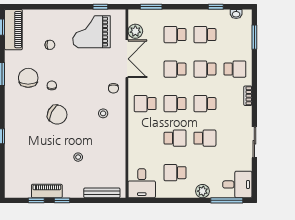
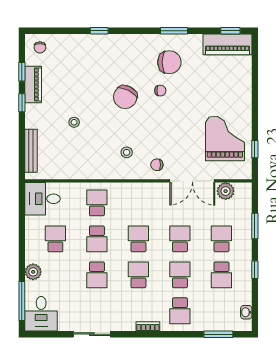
window: (151, 7) -> (255, 226), moved
window: (216, 7) -> (255, 270), moved
school desk: (205, 35) -> (221, 275), turned 180
chair: (50, 45) -> (40, 47), moved
school desk: (145, 104) -> (97, 203), moved

